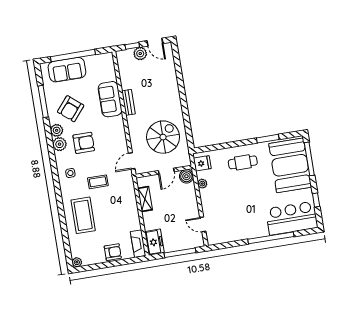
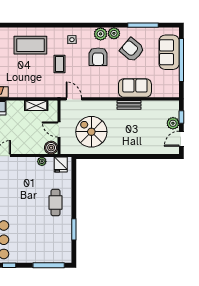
spiral stairs: (163, 137) -> (91, 132), turned 180
booth: (290, 165) -> (45, 246), removed

